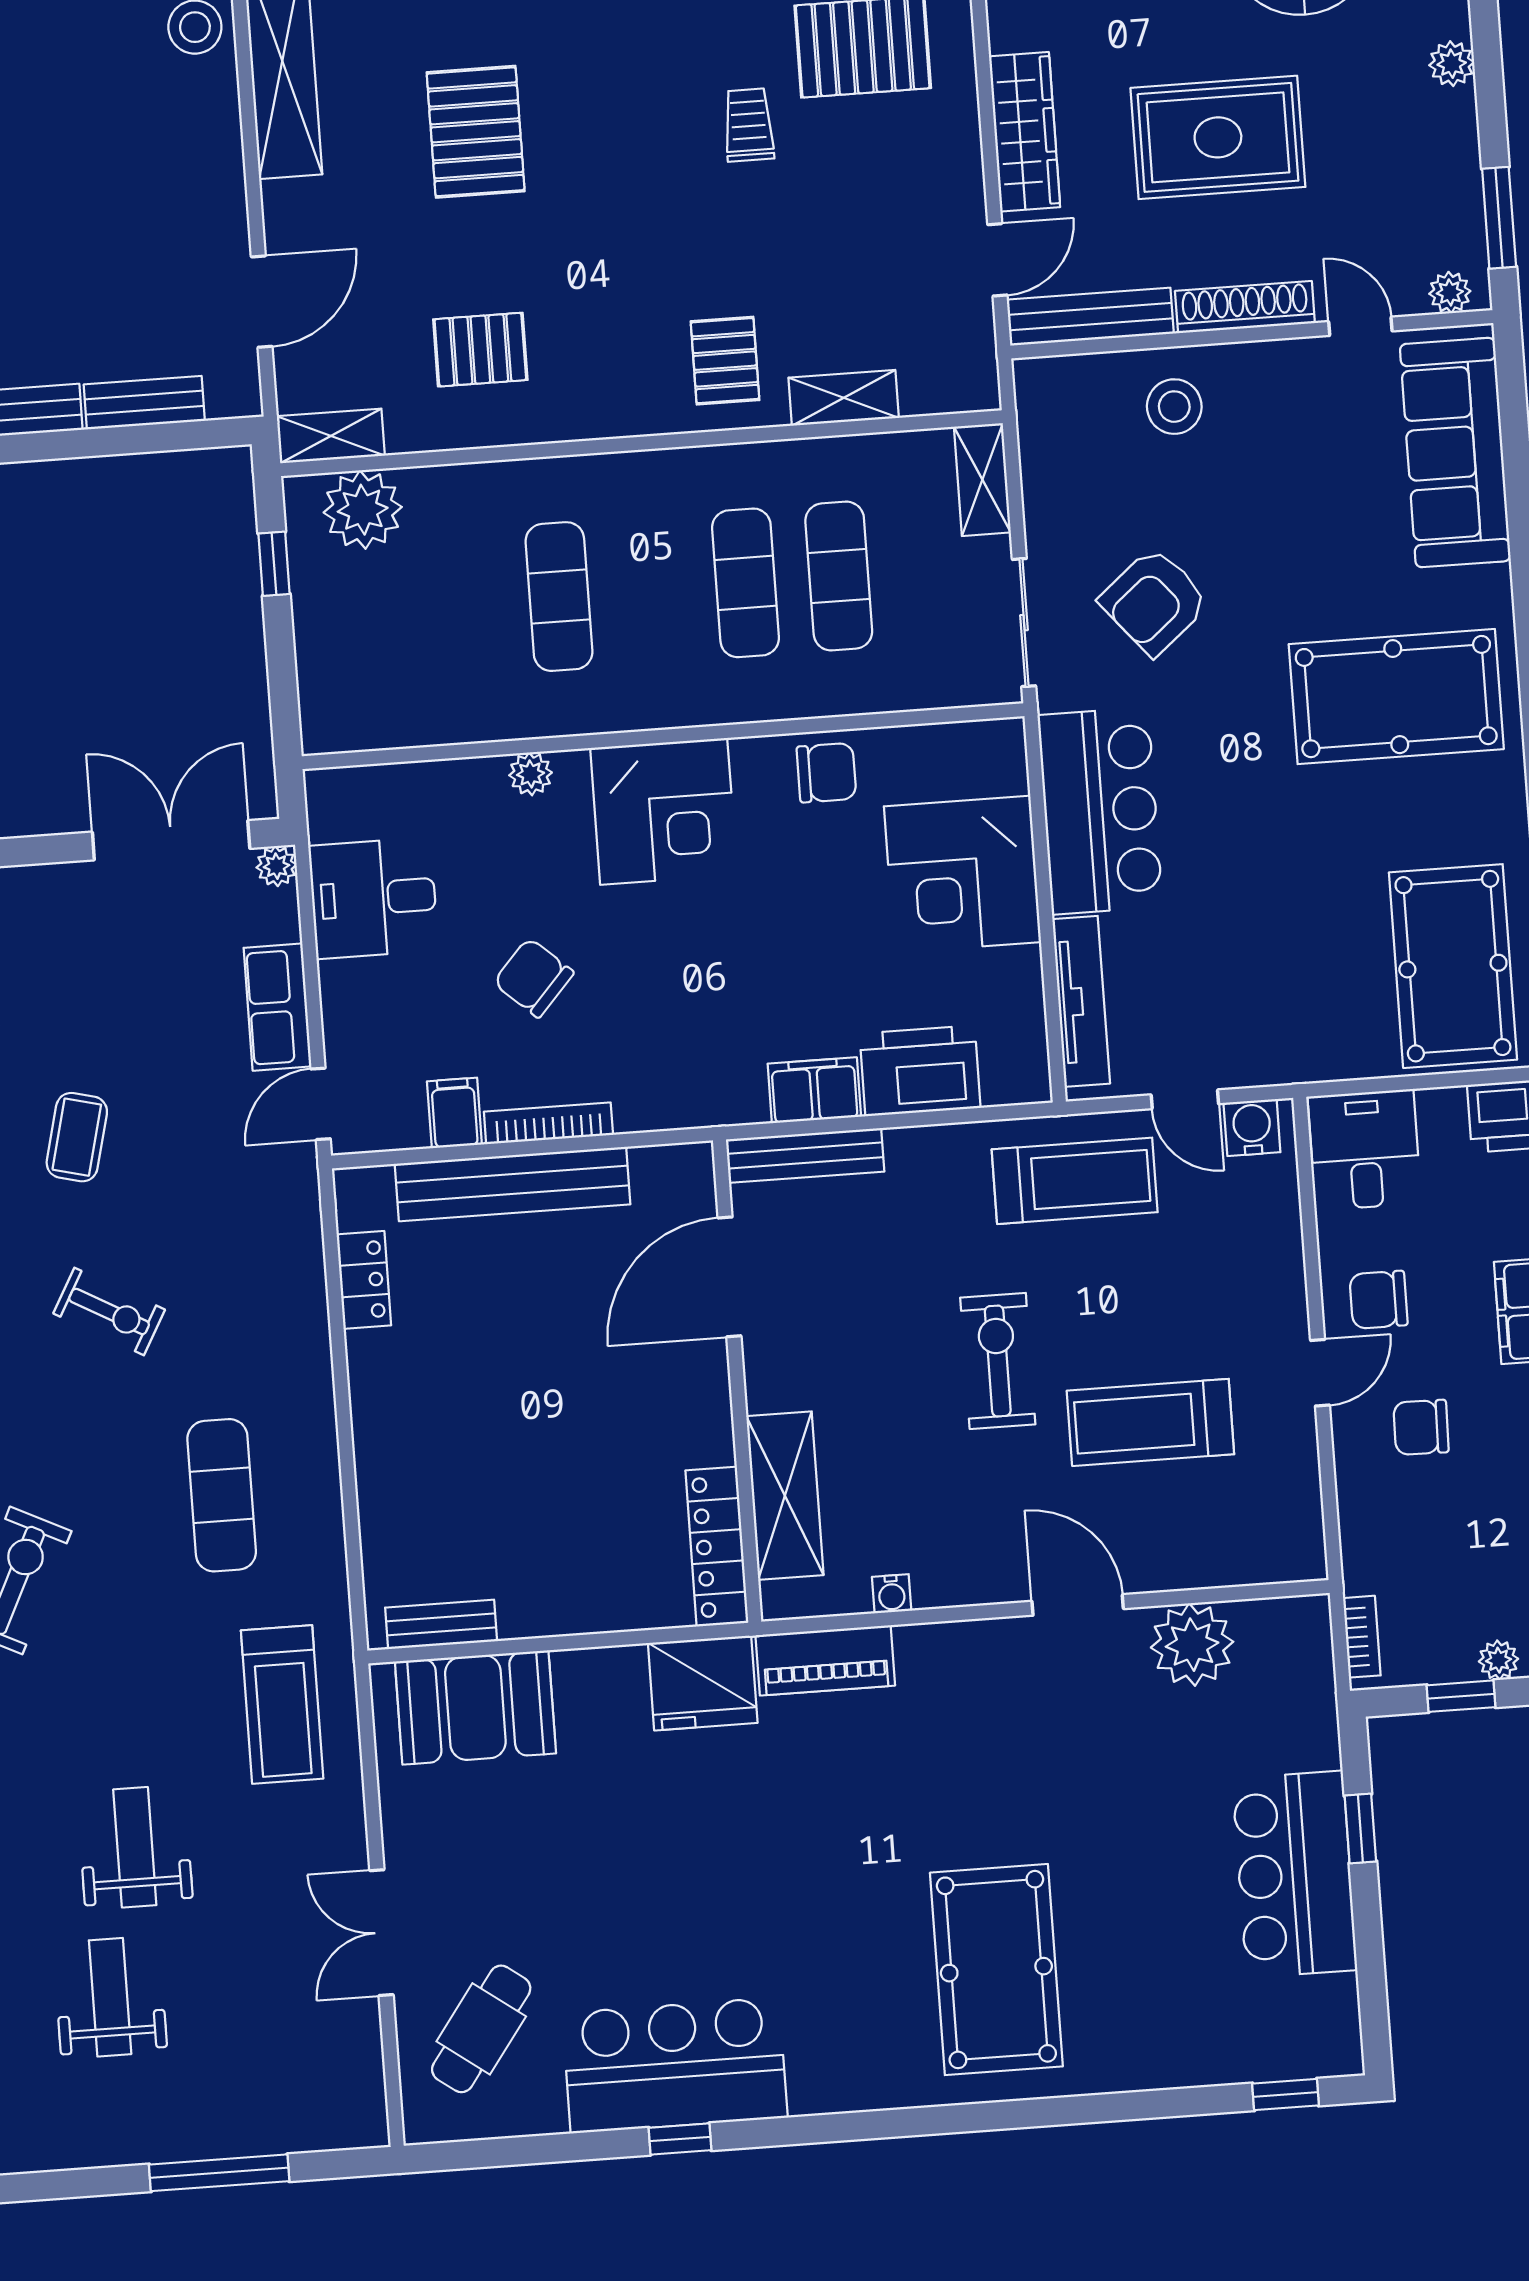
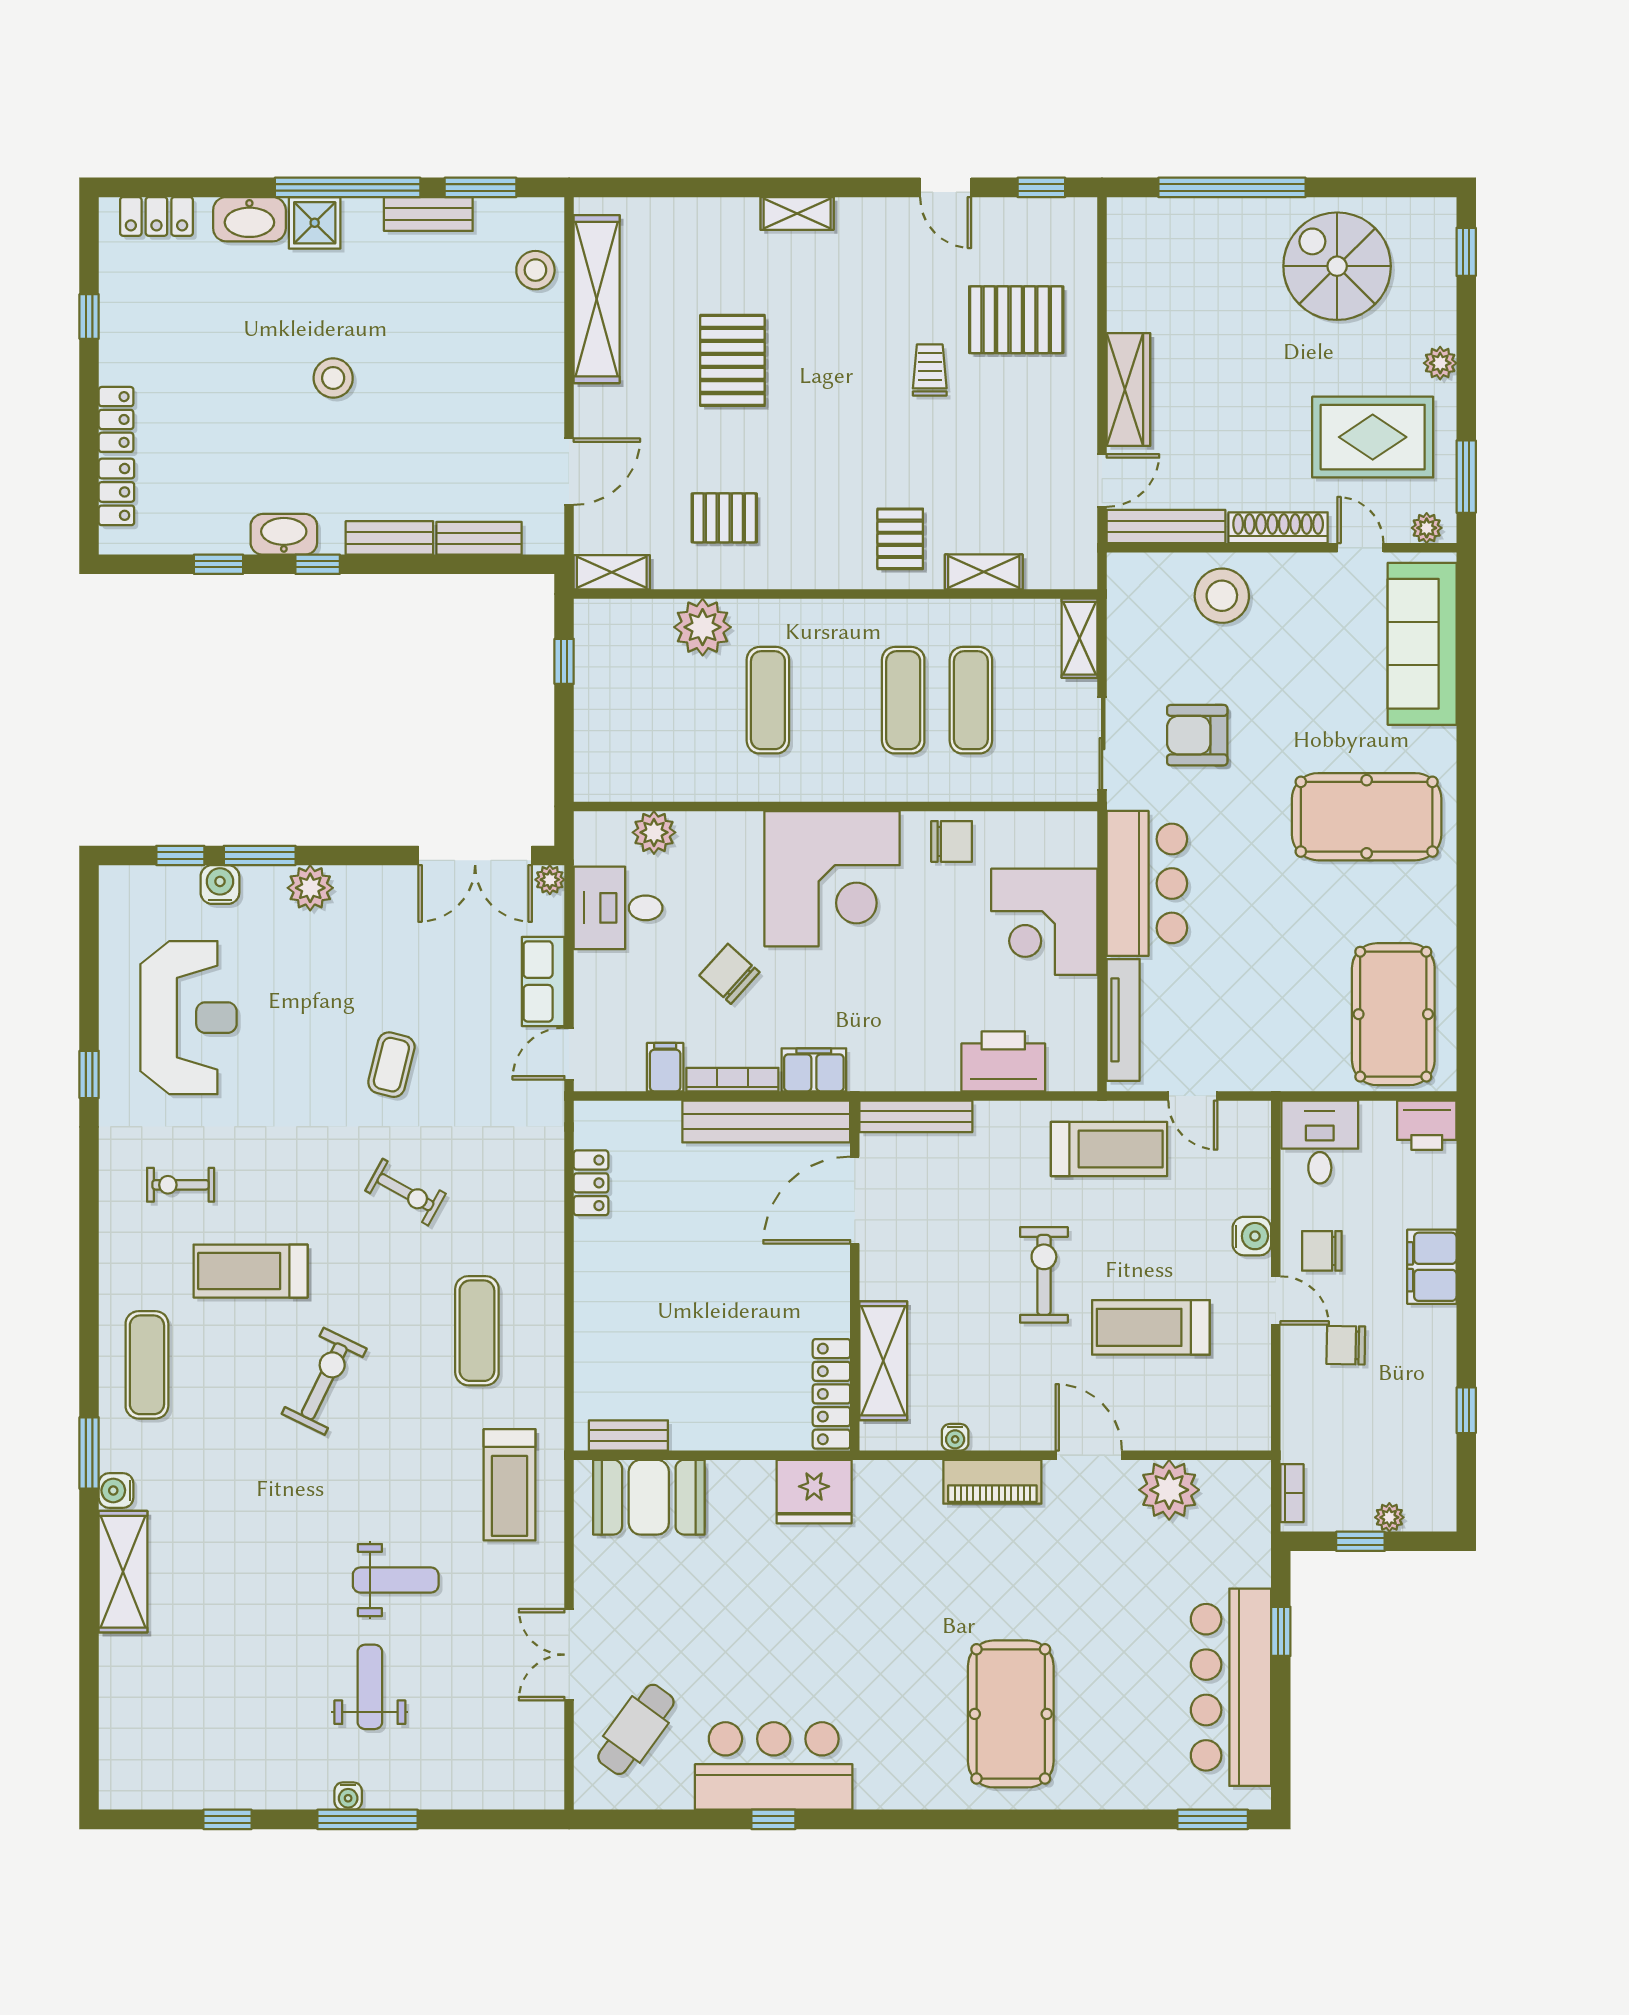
rug: (1218, 137) -> (1373, 437), moved
stool: (1174, 407) -> (1222, 596), width x1.38, depth x1.38
plant: (363, 510) -> (703, 627), moved
armchair: (1154, 601) -> (1197, 735), turned 40
plant: (531, 774) -> (654, 832), moved, width x1.38, depth x1.38
corner desk: (664, 811) -> (832, 879), width x1.36, depth x1.36
double door: (171, 840) -> (475, 855), swing flipped
filing cabinet: (814, 1090) -> (814, 1070), moved
water cooler: (1252, 1128) -> (1252, 1236), moved, turned 90
bench: (513, 1184) -> (766, 1122), moved
door: (1320, 1373) -> (1276, 1300), hinge flipped
piano: (825, 1660) -> (992, 1482), moved
weight bench: (135, 1847) -> (396, 1580), turned 90
bar counter: (1295, 1874) -> (1231, 1687), width x1.36
window: (1286, 2095) -> (1213, 1819), width x1.50
water cooler: (91, 2150) -> (348, 1796), added
window: (219, 2173) -> (368, 1819), moved

